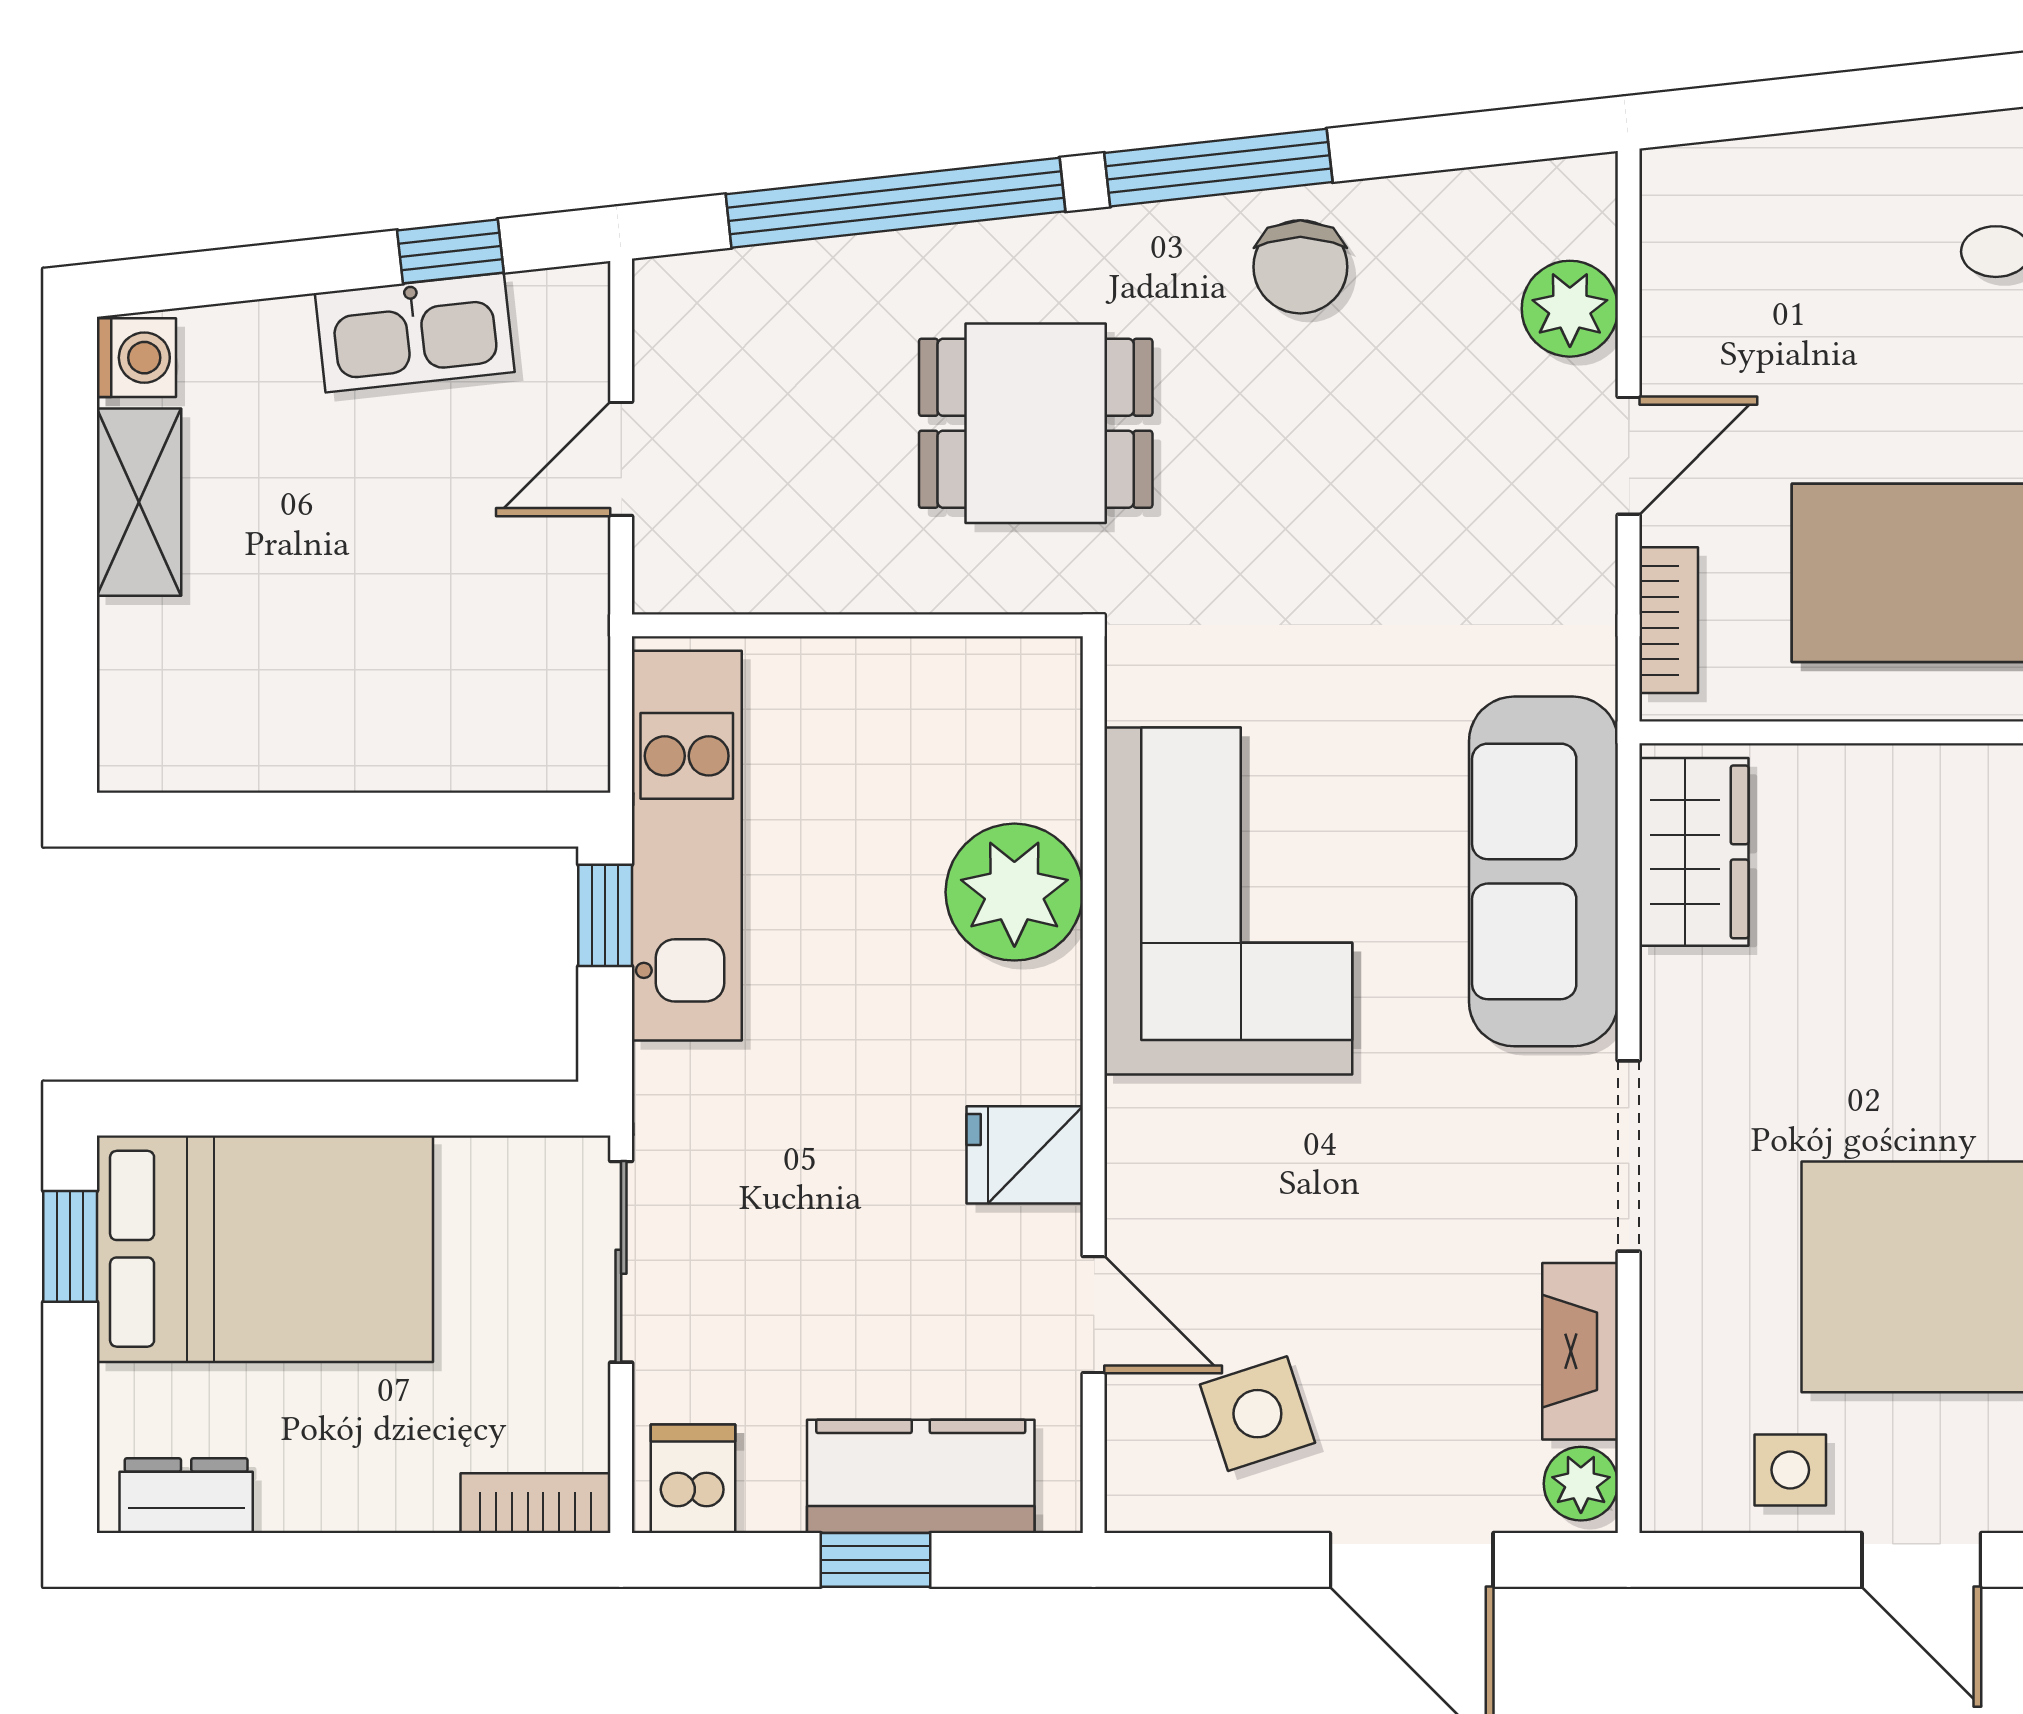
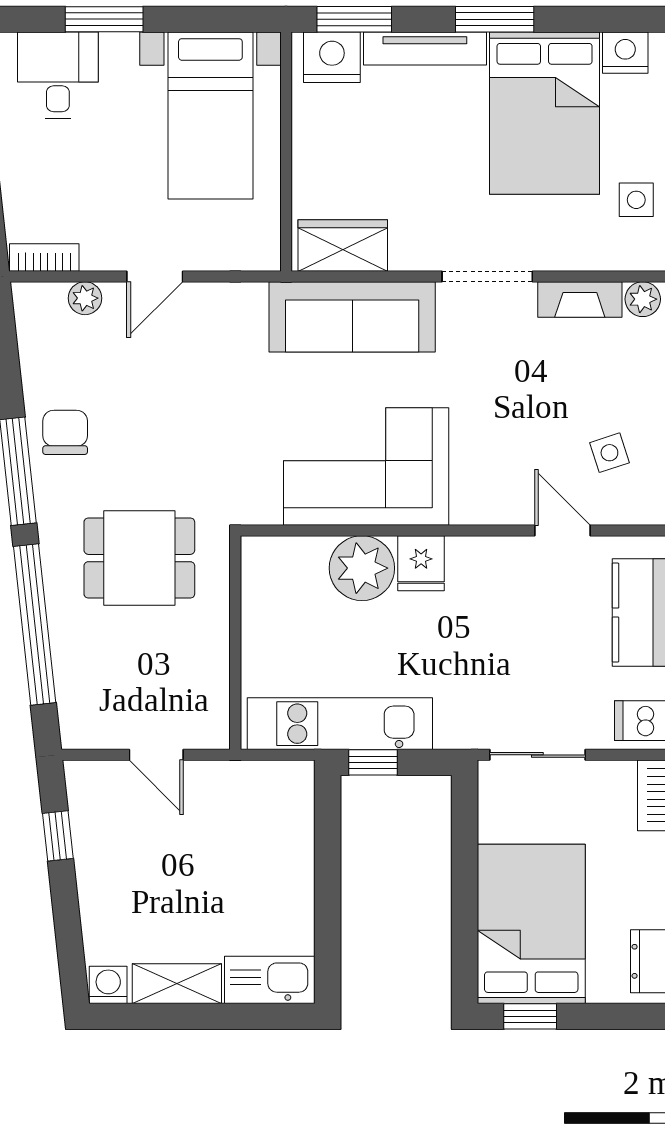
chair: (1300, 267) -> (65, 432), turned -90
plant: (1570, 309) -> (85, 298), width x0.73, depth x0.73
kitchen sink: (415, 333) -> (270, 980), moved, turned -84
dining table: (1036, 423) -> (139, 558), turned 90
door: (1629, 456) -> (155, 277), swing flipped
bookcase: (1669, 620) -> (44, 258), moved
fridge: (1025, 1155) -> (421, 563), moved
door: (1094, 1315) -> (562, 530), hinge flipped
side table: (1257, 1414) -> (609, 453), width x0.73, depth x0.73

